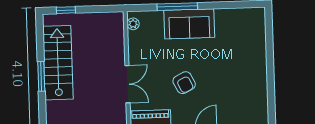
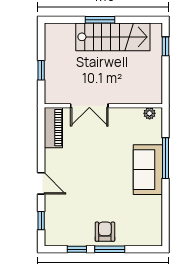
window: (270, 59) -> (110, 249), added
armchair: (184, 83) -> (105, 232), moved, turned 117
window: (271, 92) -> (77, 249), added

